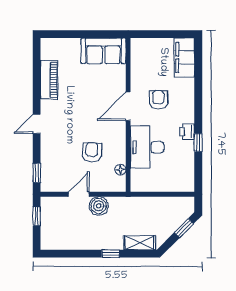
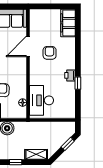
door: (128, 106) -> (28, 46), moved
desk: (147, 147) -> (42, 100), moved

